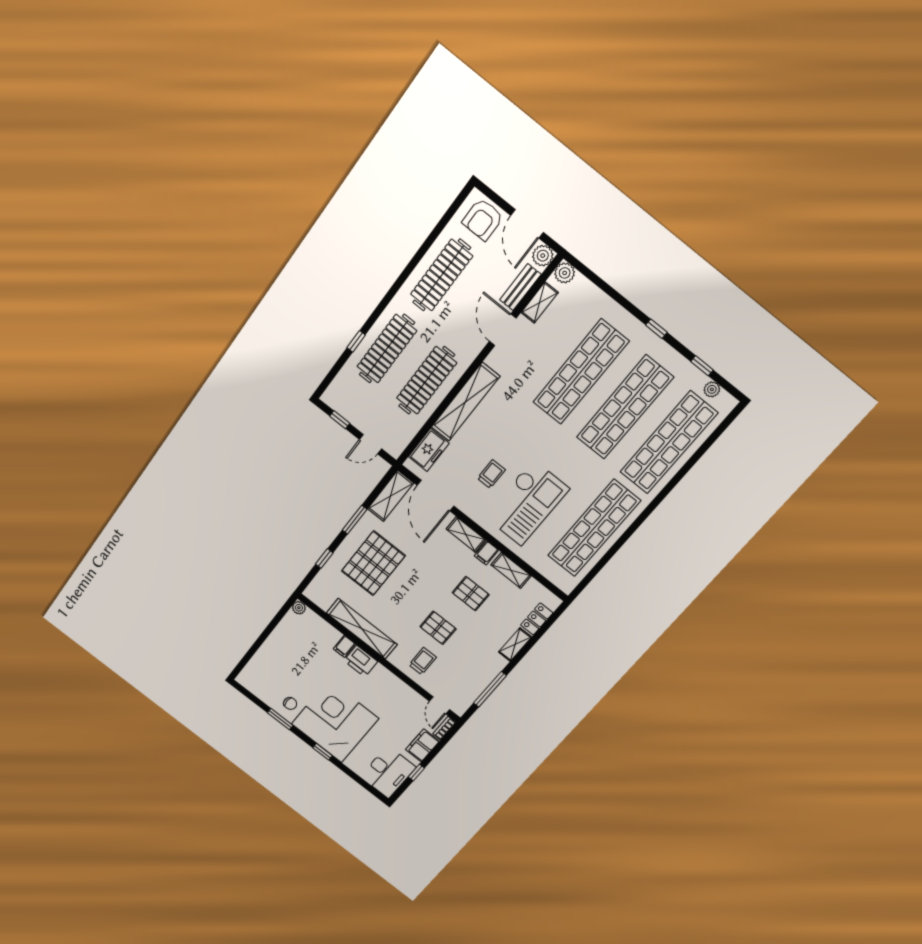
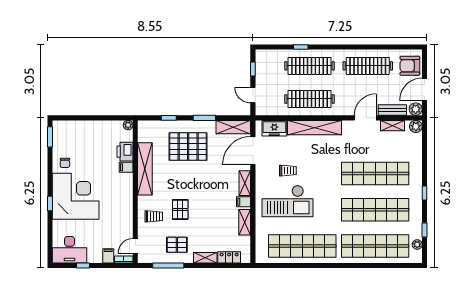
pallet: (471, 594) -> (177, 245), moved, turned 90
printer: (361, 661) -> (125, 152), moved
window: (280, 719) -> (50, 137), moved
filing cabinet: (423, 745) -> (108, 256), width x0.50

